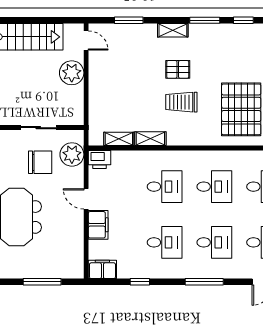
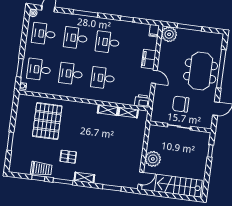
door: (86, 41) -> (141, 178), swing flipped
pallet: (178, 69) -> (68, 157), moved
trolley: (181, 102) -> (41, 169), moved
plant: (72, 154) -> (169, 34), moved
filing cabinet: (102, 269) -> (154, 31), width x0.50

